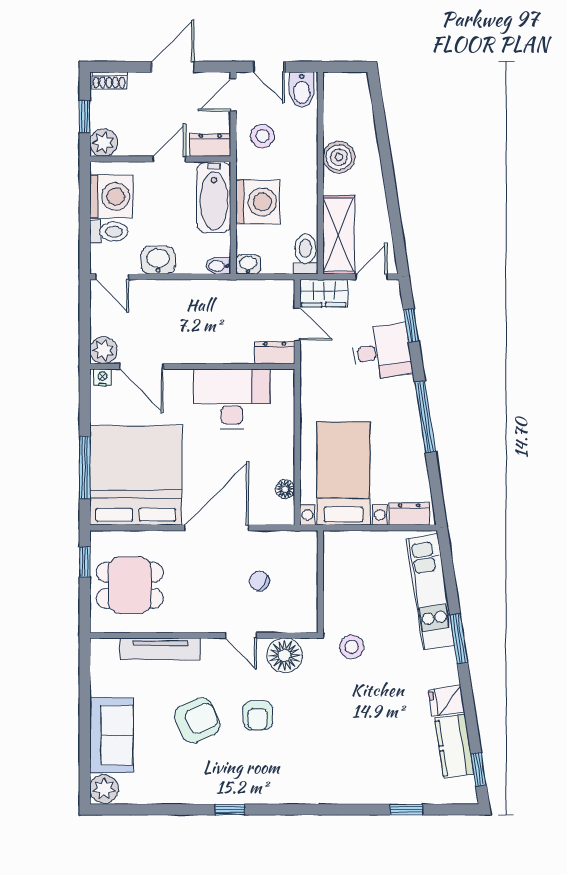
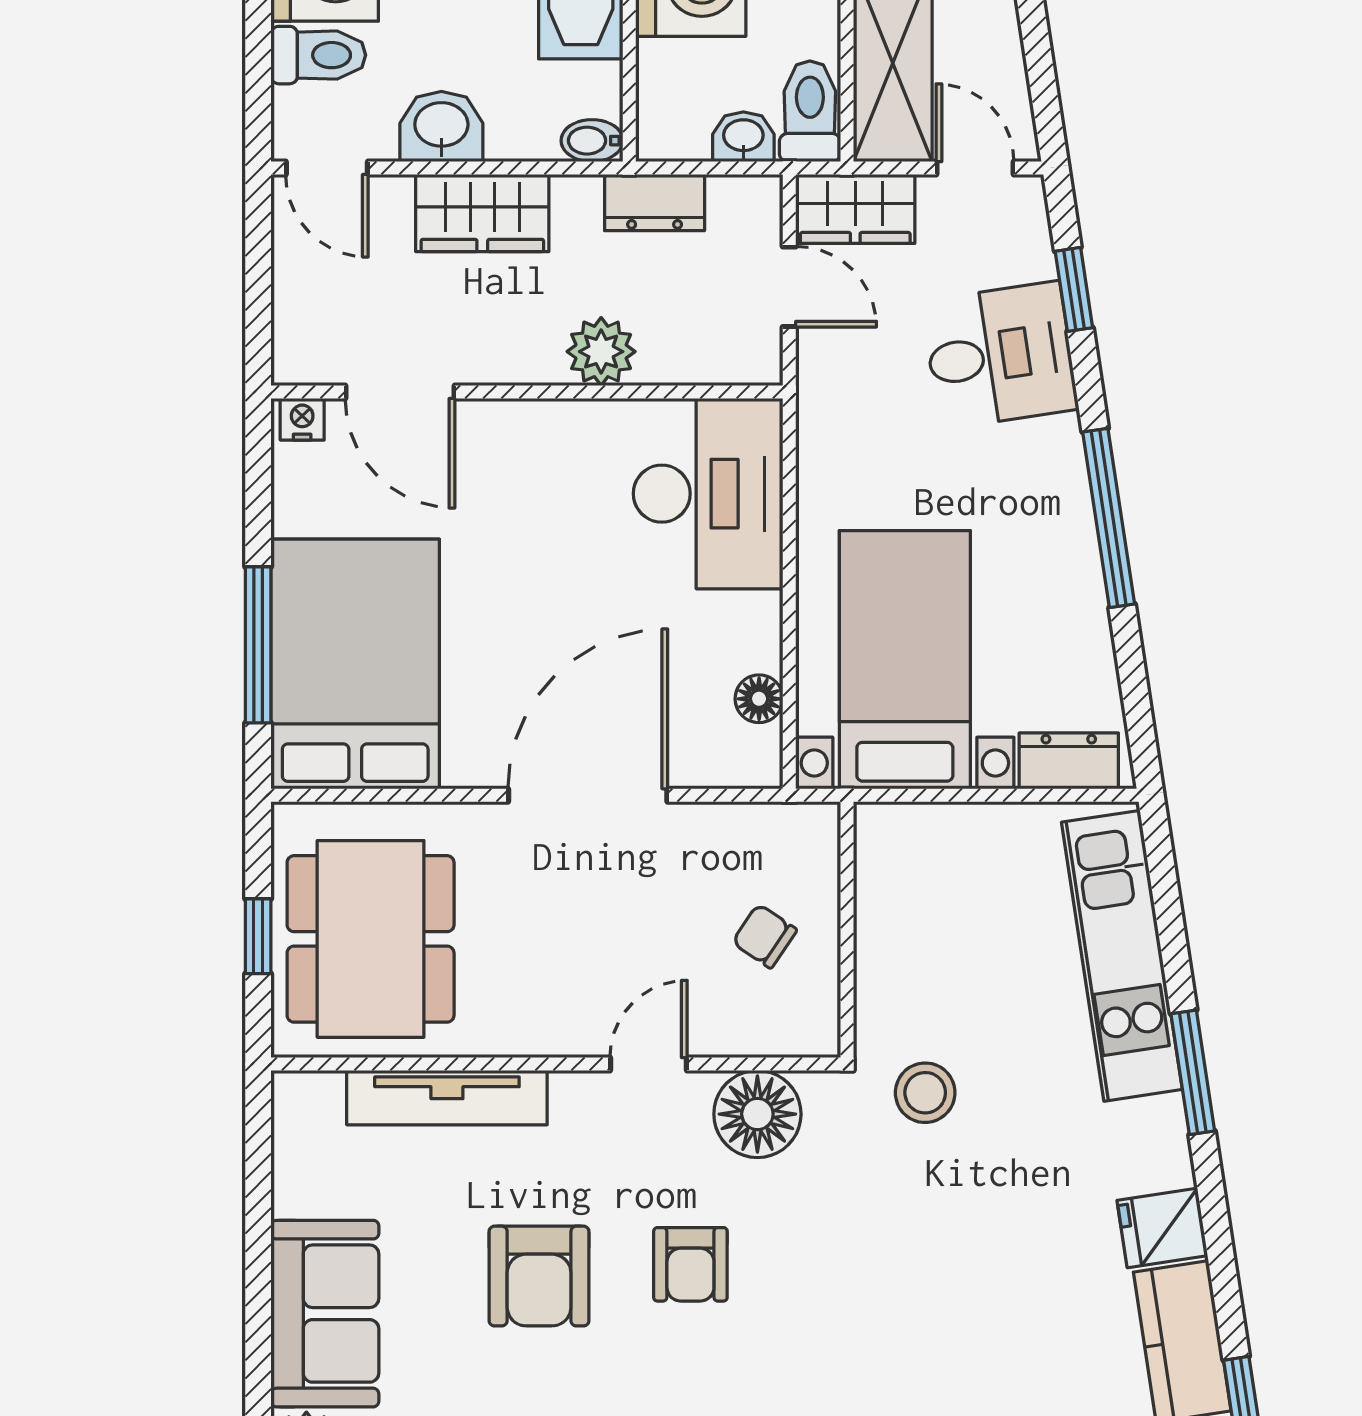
washbasin: (248, 264) -> (743, 137), moved
door: (372, 277) -> (975, 168), hinge flipped
wardrobe: (174, 295) -> (482, 213), added
plant: (103, 350) -> (601, 352), moved
dresser: (275, 353) -> (655, 203), moved, turned 180
desk: (232, 399) -> (708, 494), moved, turned 90
bed: (136, 475) -> (355, 664), width x0.73
window: (85, 562) -> (258, 936), moved
chair: (259, 581) -> (764, 936), moved
dining table: (130, 585) -> (371, 939), width x1.38
door: (241, 635) -> (649, 1064), swing flipped
armchair: (197, 720) -> (539, 1276), turned 114

